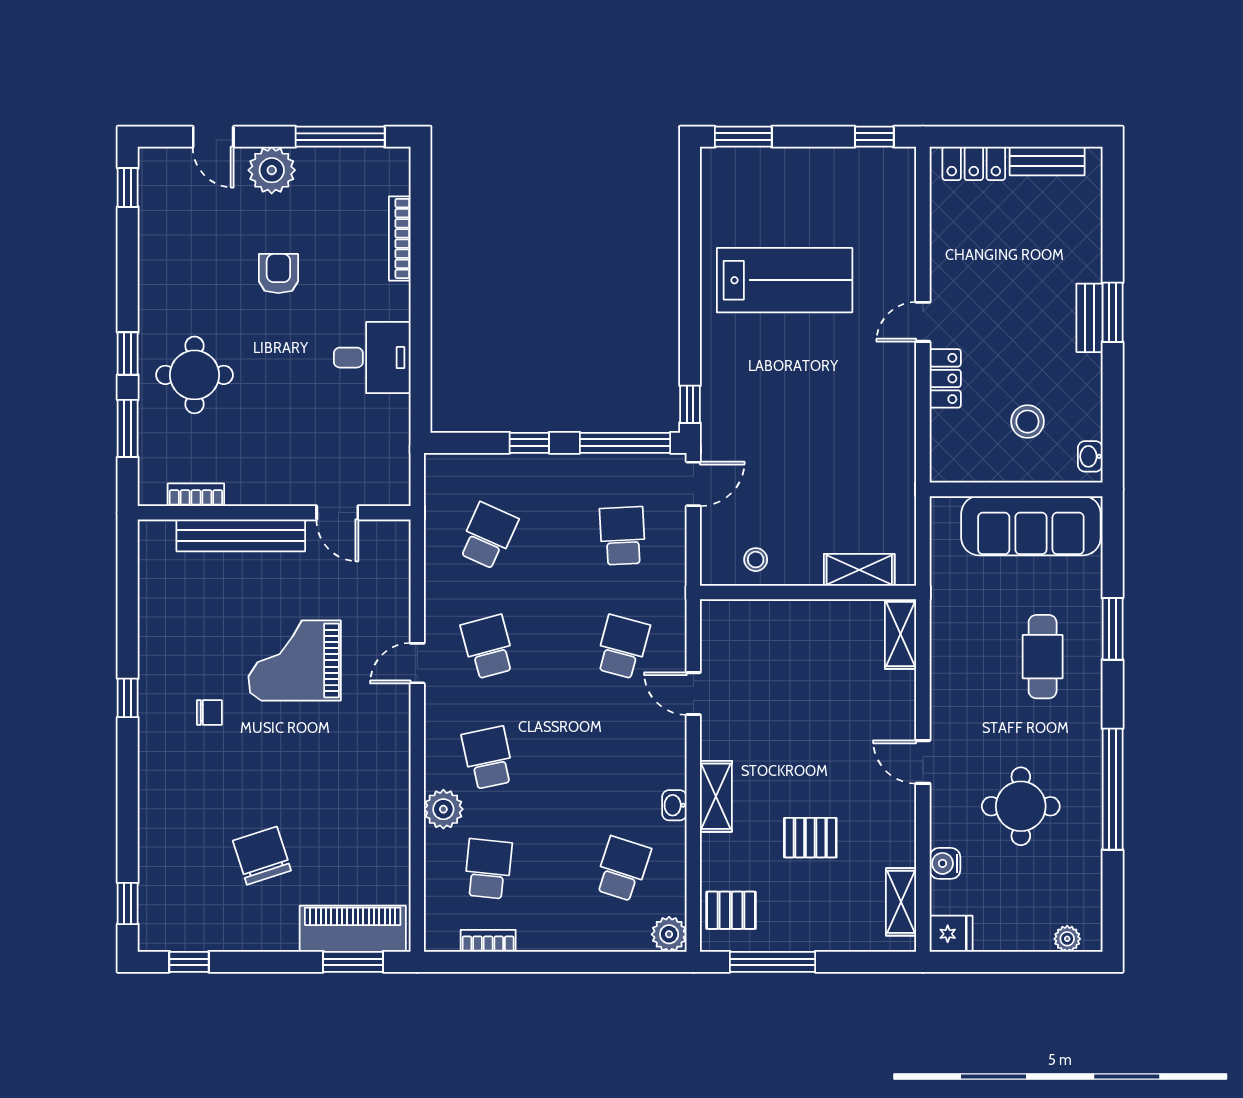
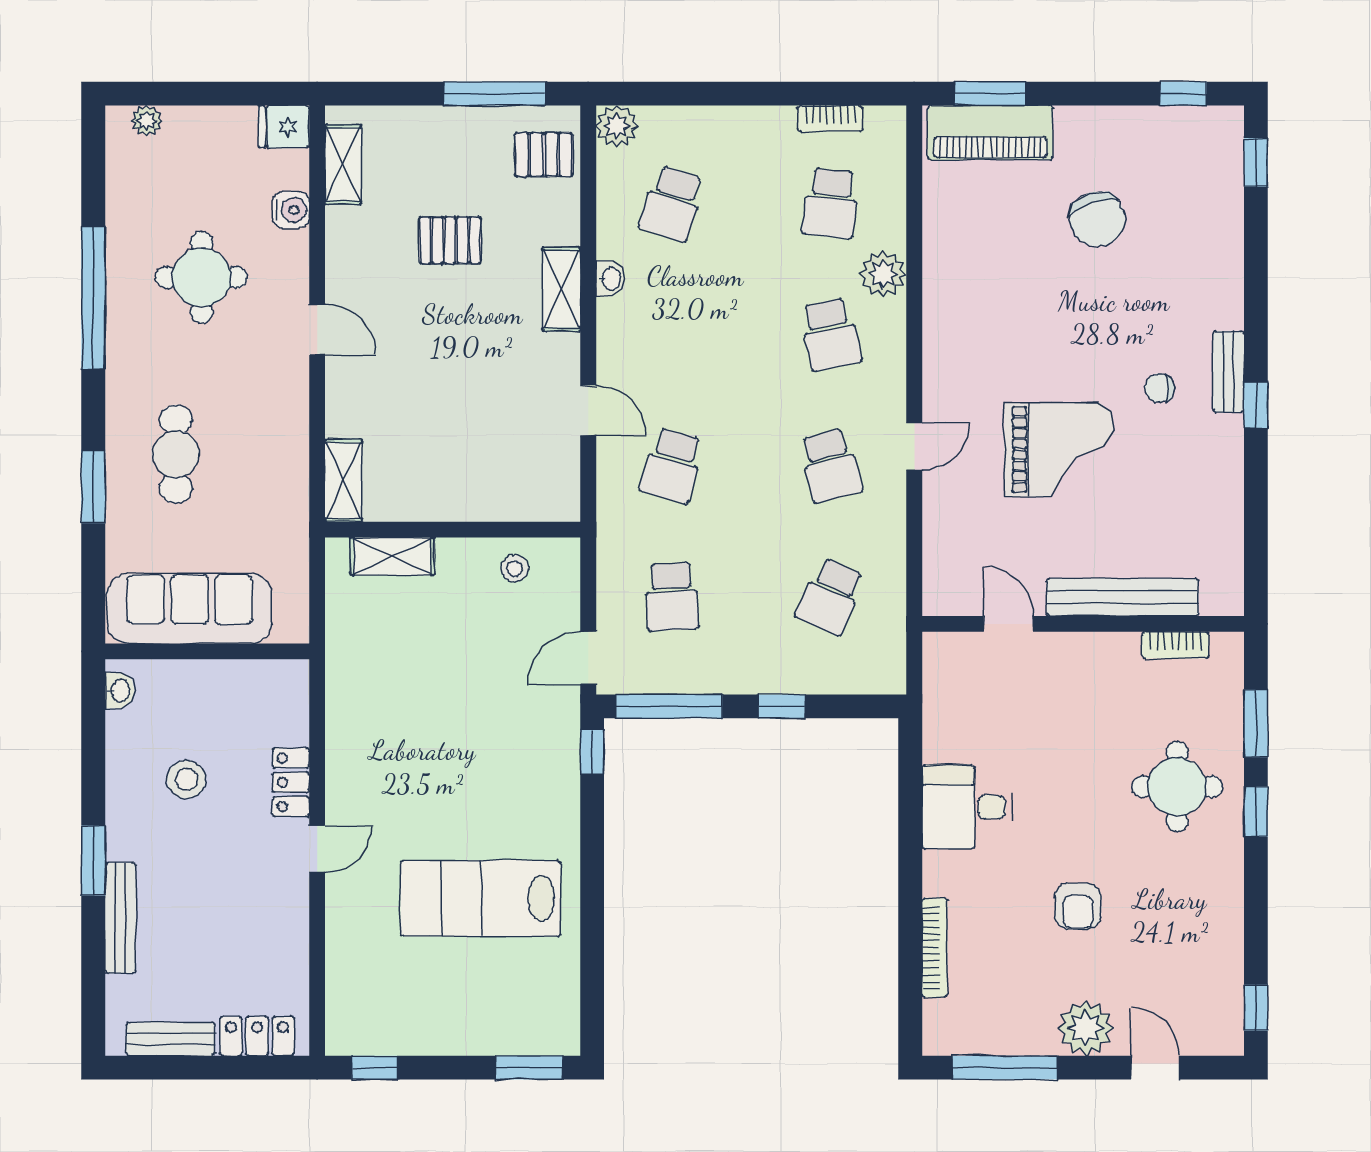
bench: (1089, 318) -> (120, 918), moved, width x1.36
stool: (1027, 422) -> (186, 779), moved
bench: (151, 726) -> (1228, 372), added

